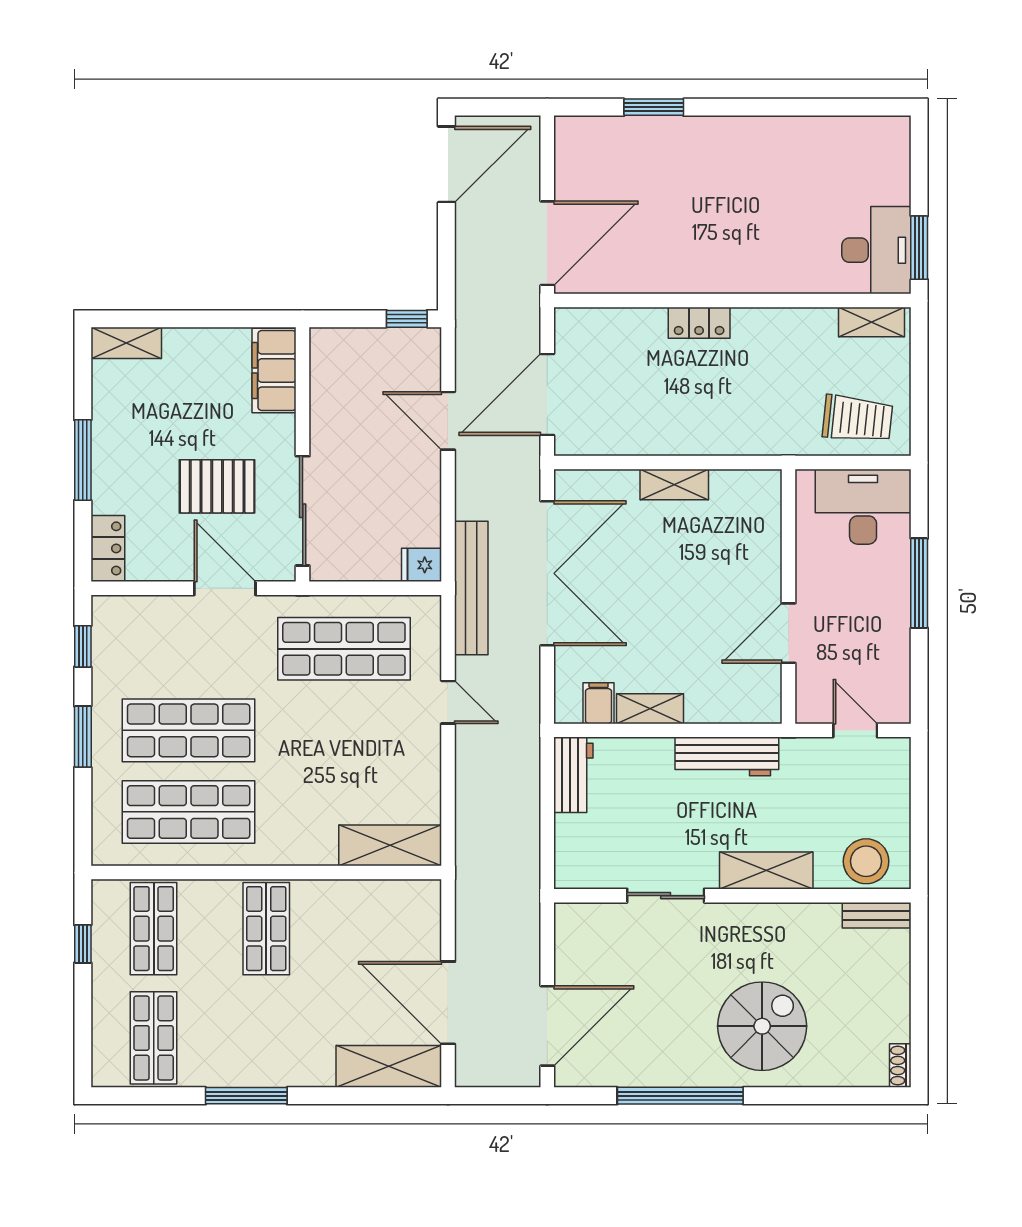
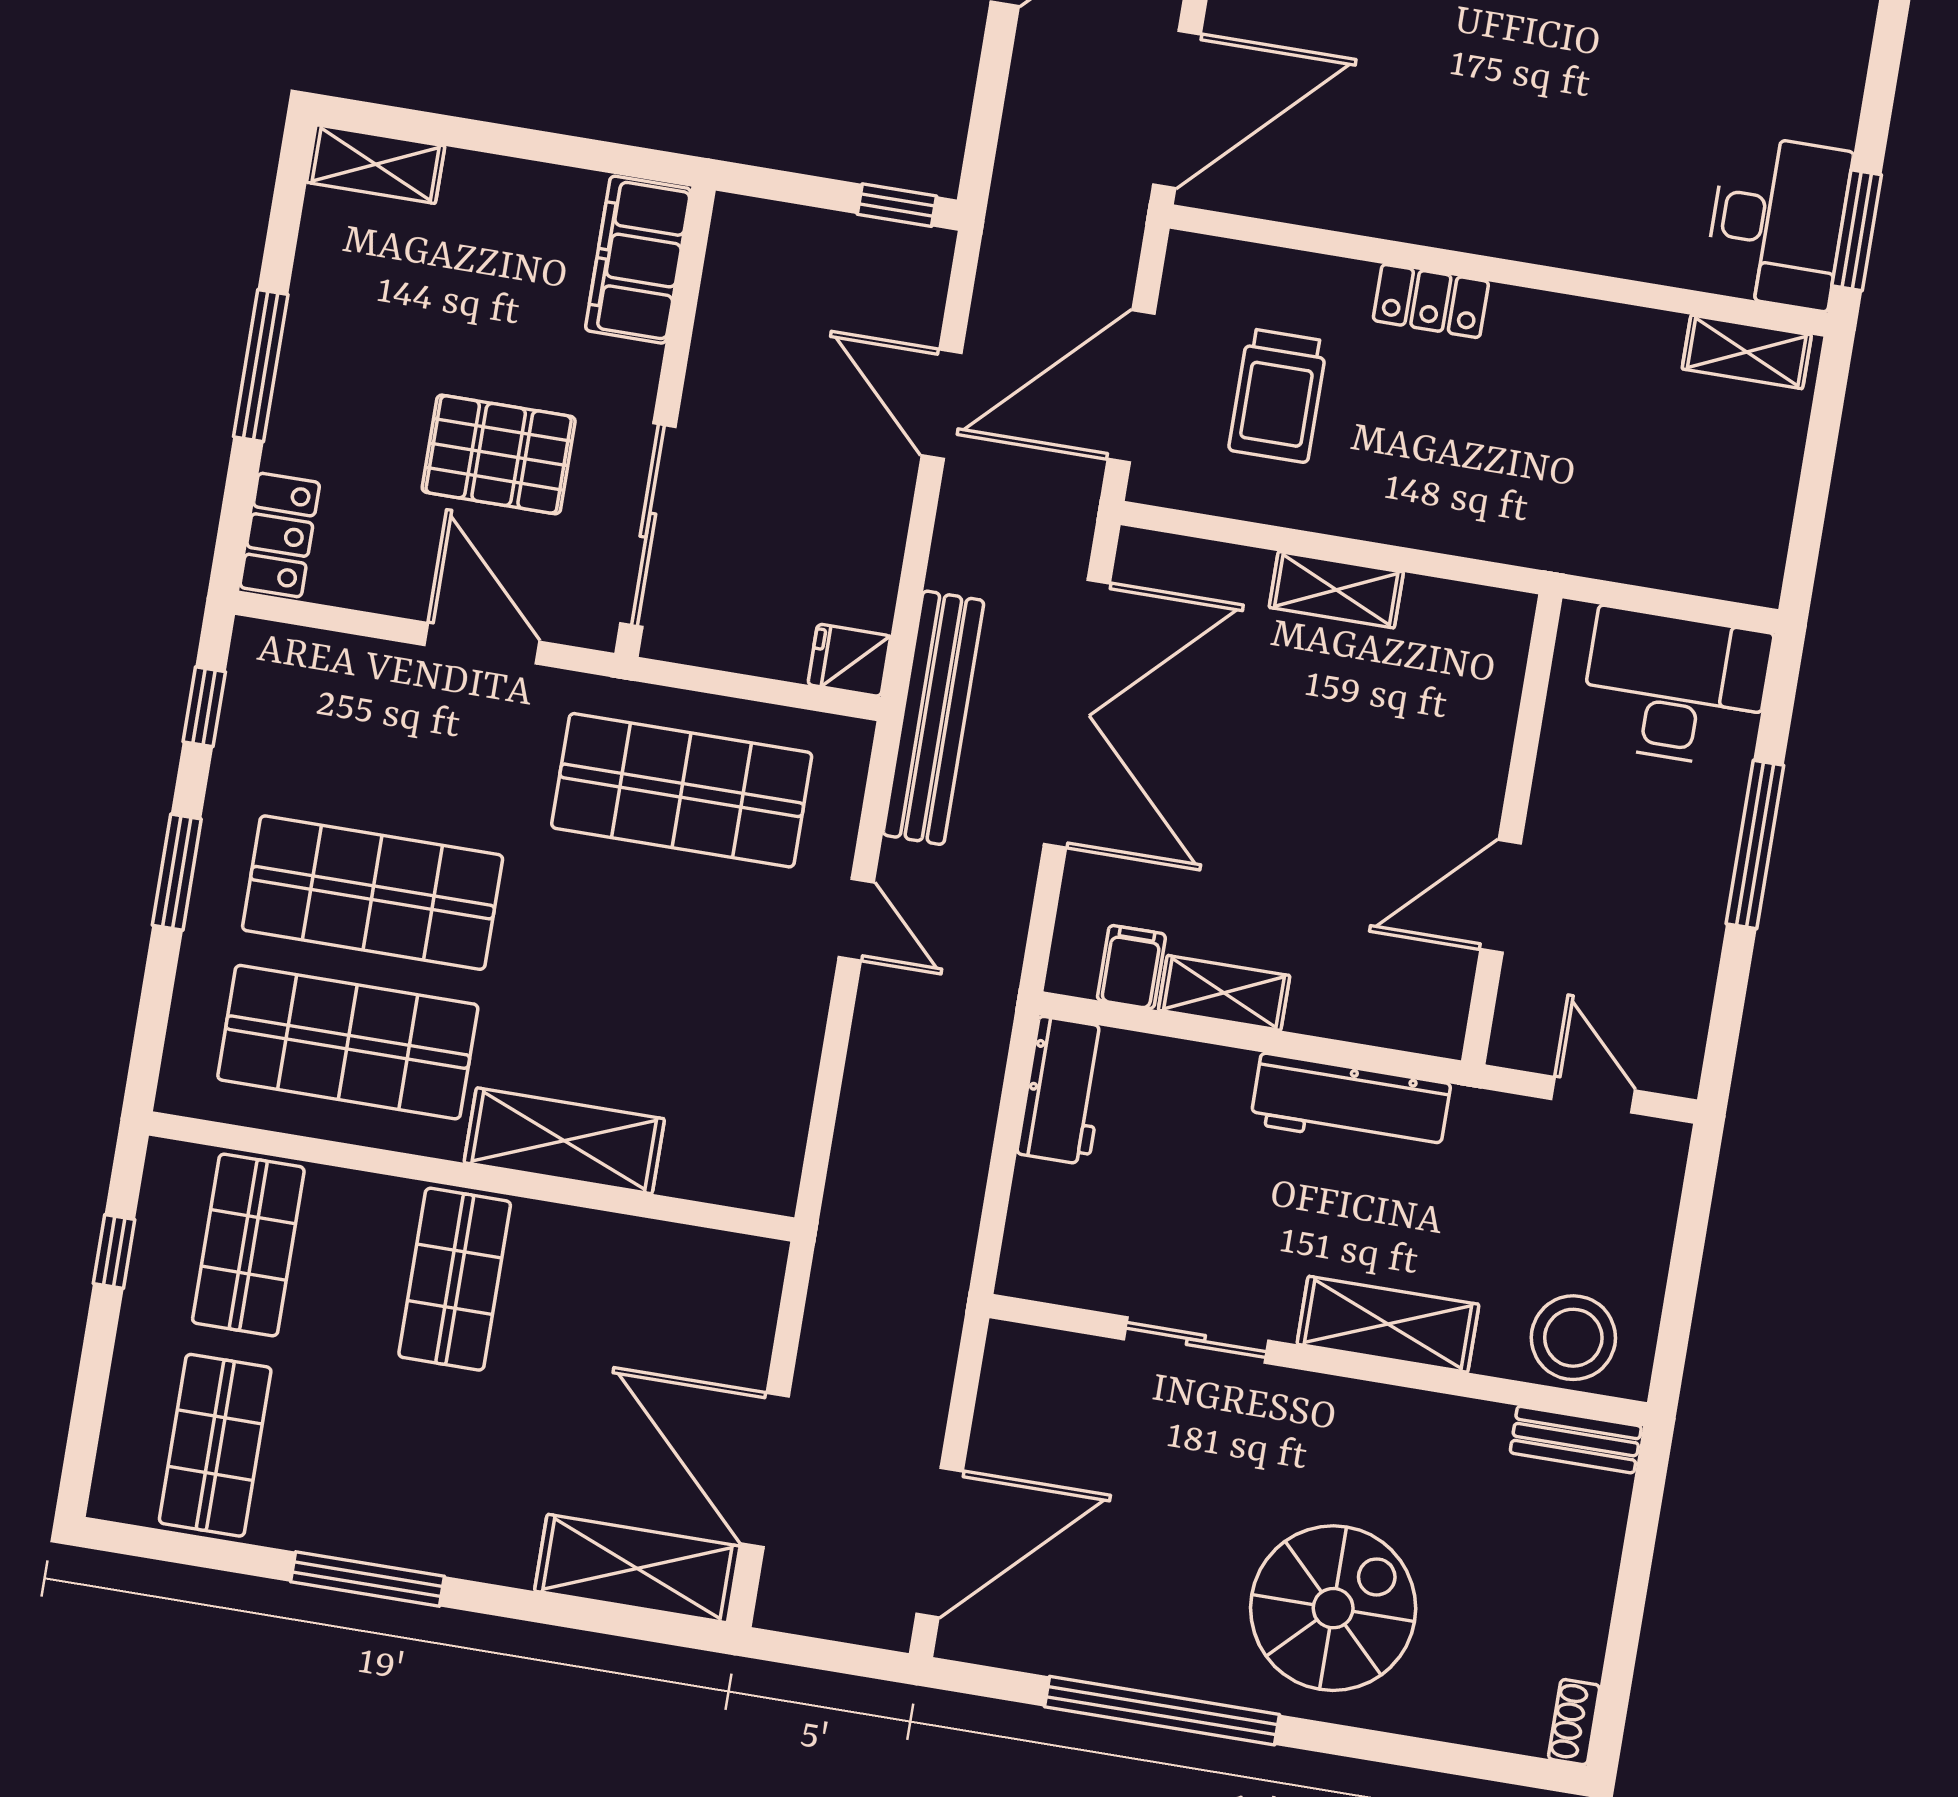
trolley: (858, 419) -> (1278, 396), moved, turned 84
shelving: (390, 845) -> (564, 1141), moved

